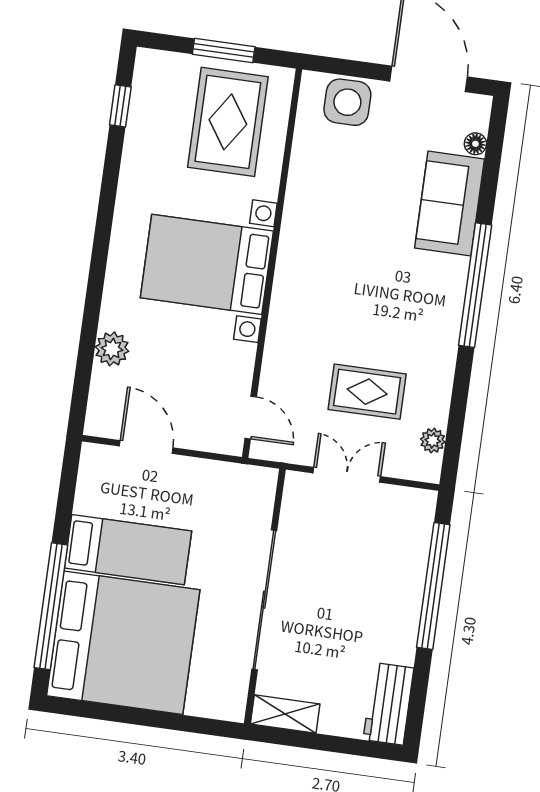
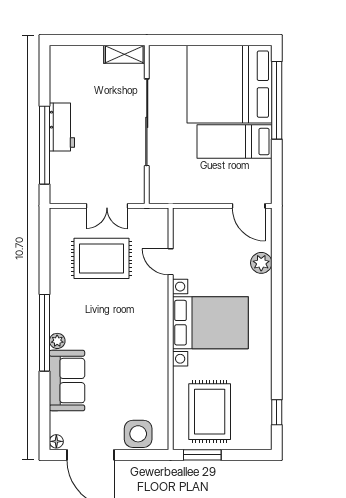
window: (224, 51) -> (202, 455), moved
floor lamp: (475, 144) -> (56, 441), moved
rug: (367, 392) -> (102, 258), width x1.36, depth x1.43
door: (251, 418) -> (171, 262), moved
plant: (433, 441) -> (57, 341), moved
door: (146, 447) -> (249, 206), moved
workbench: (388, 704) -> (62, 127), moved

